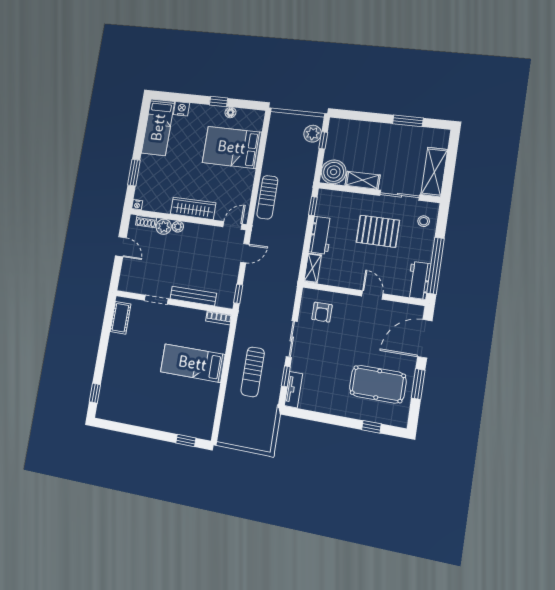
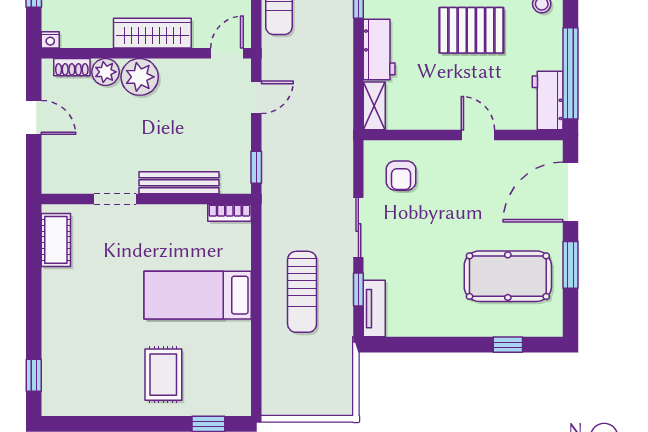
plant: (178, 227) -> (140, 77), width x1.88, depth x1.88
rug: (166, 406) -> (163, 375), added

